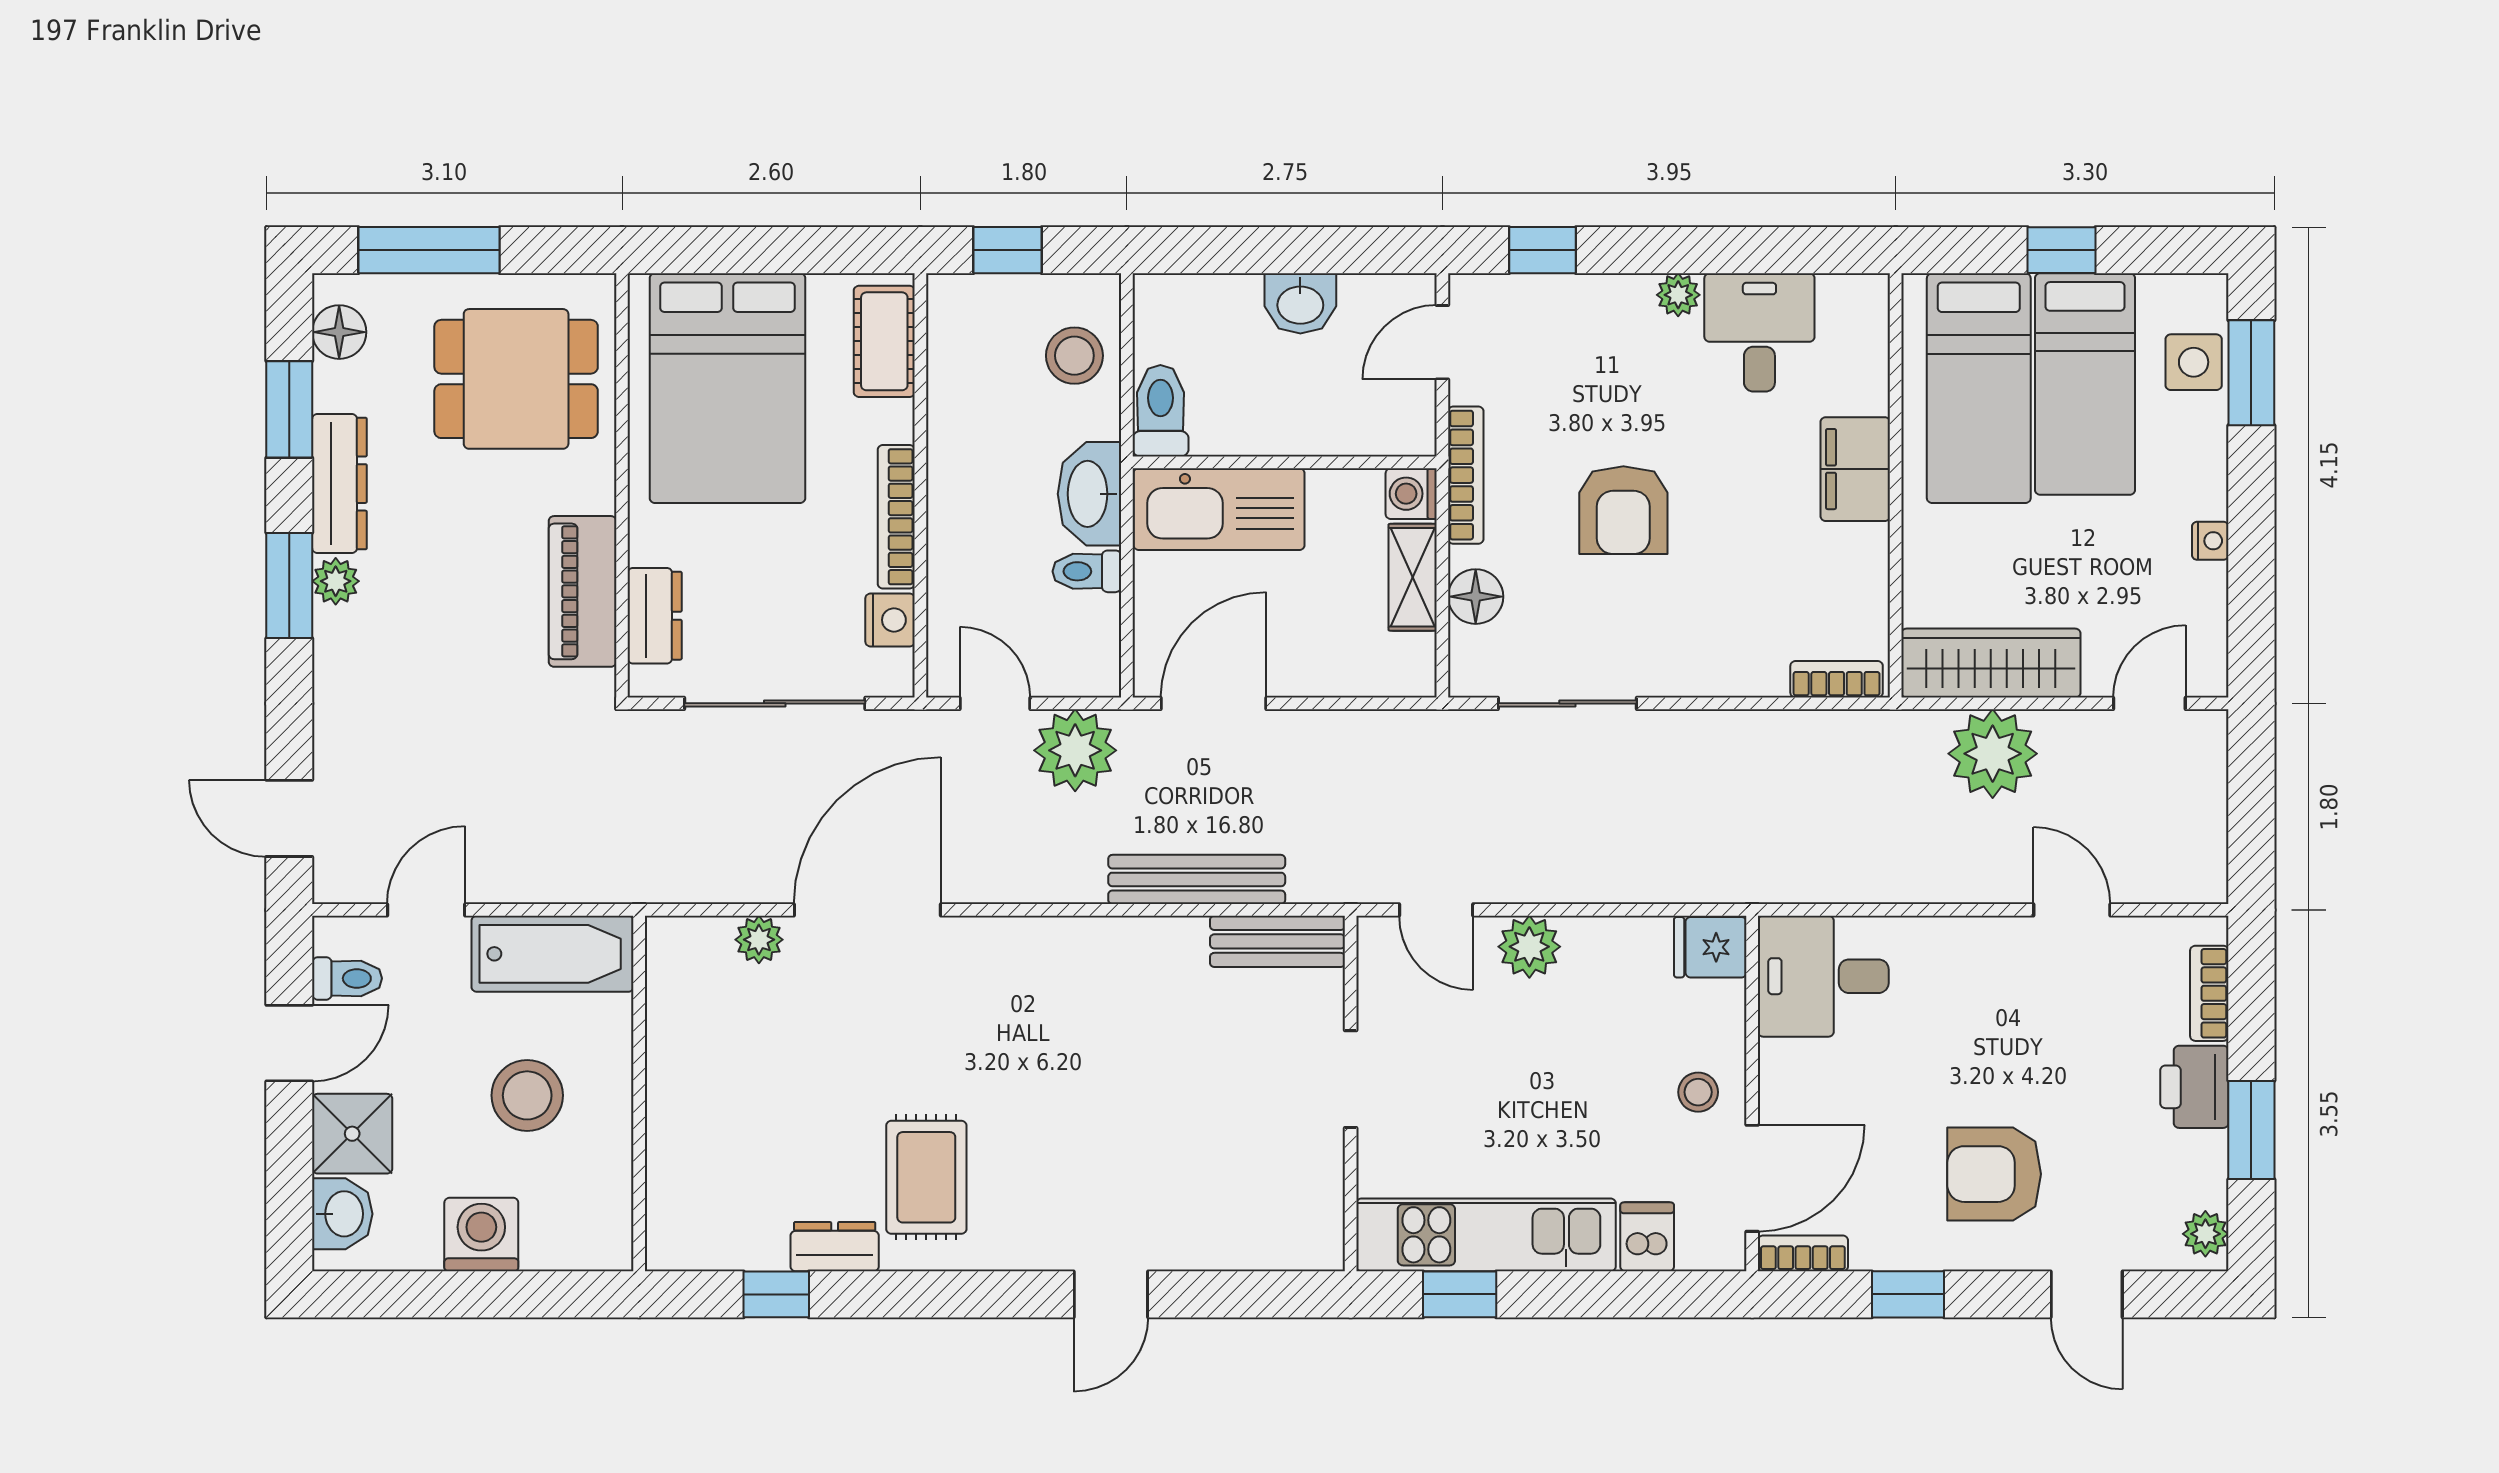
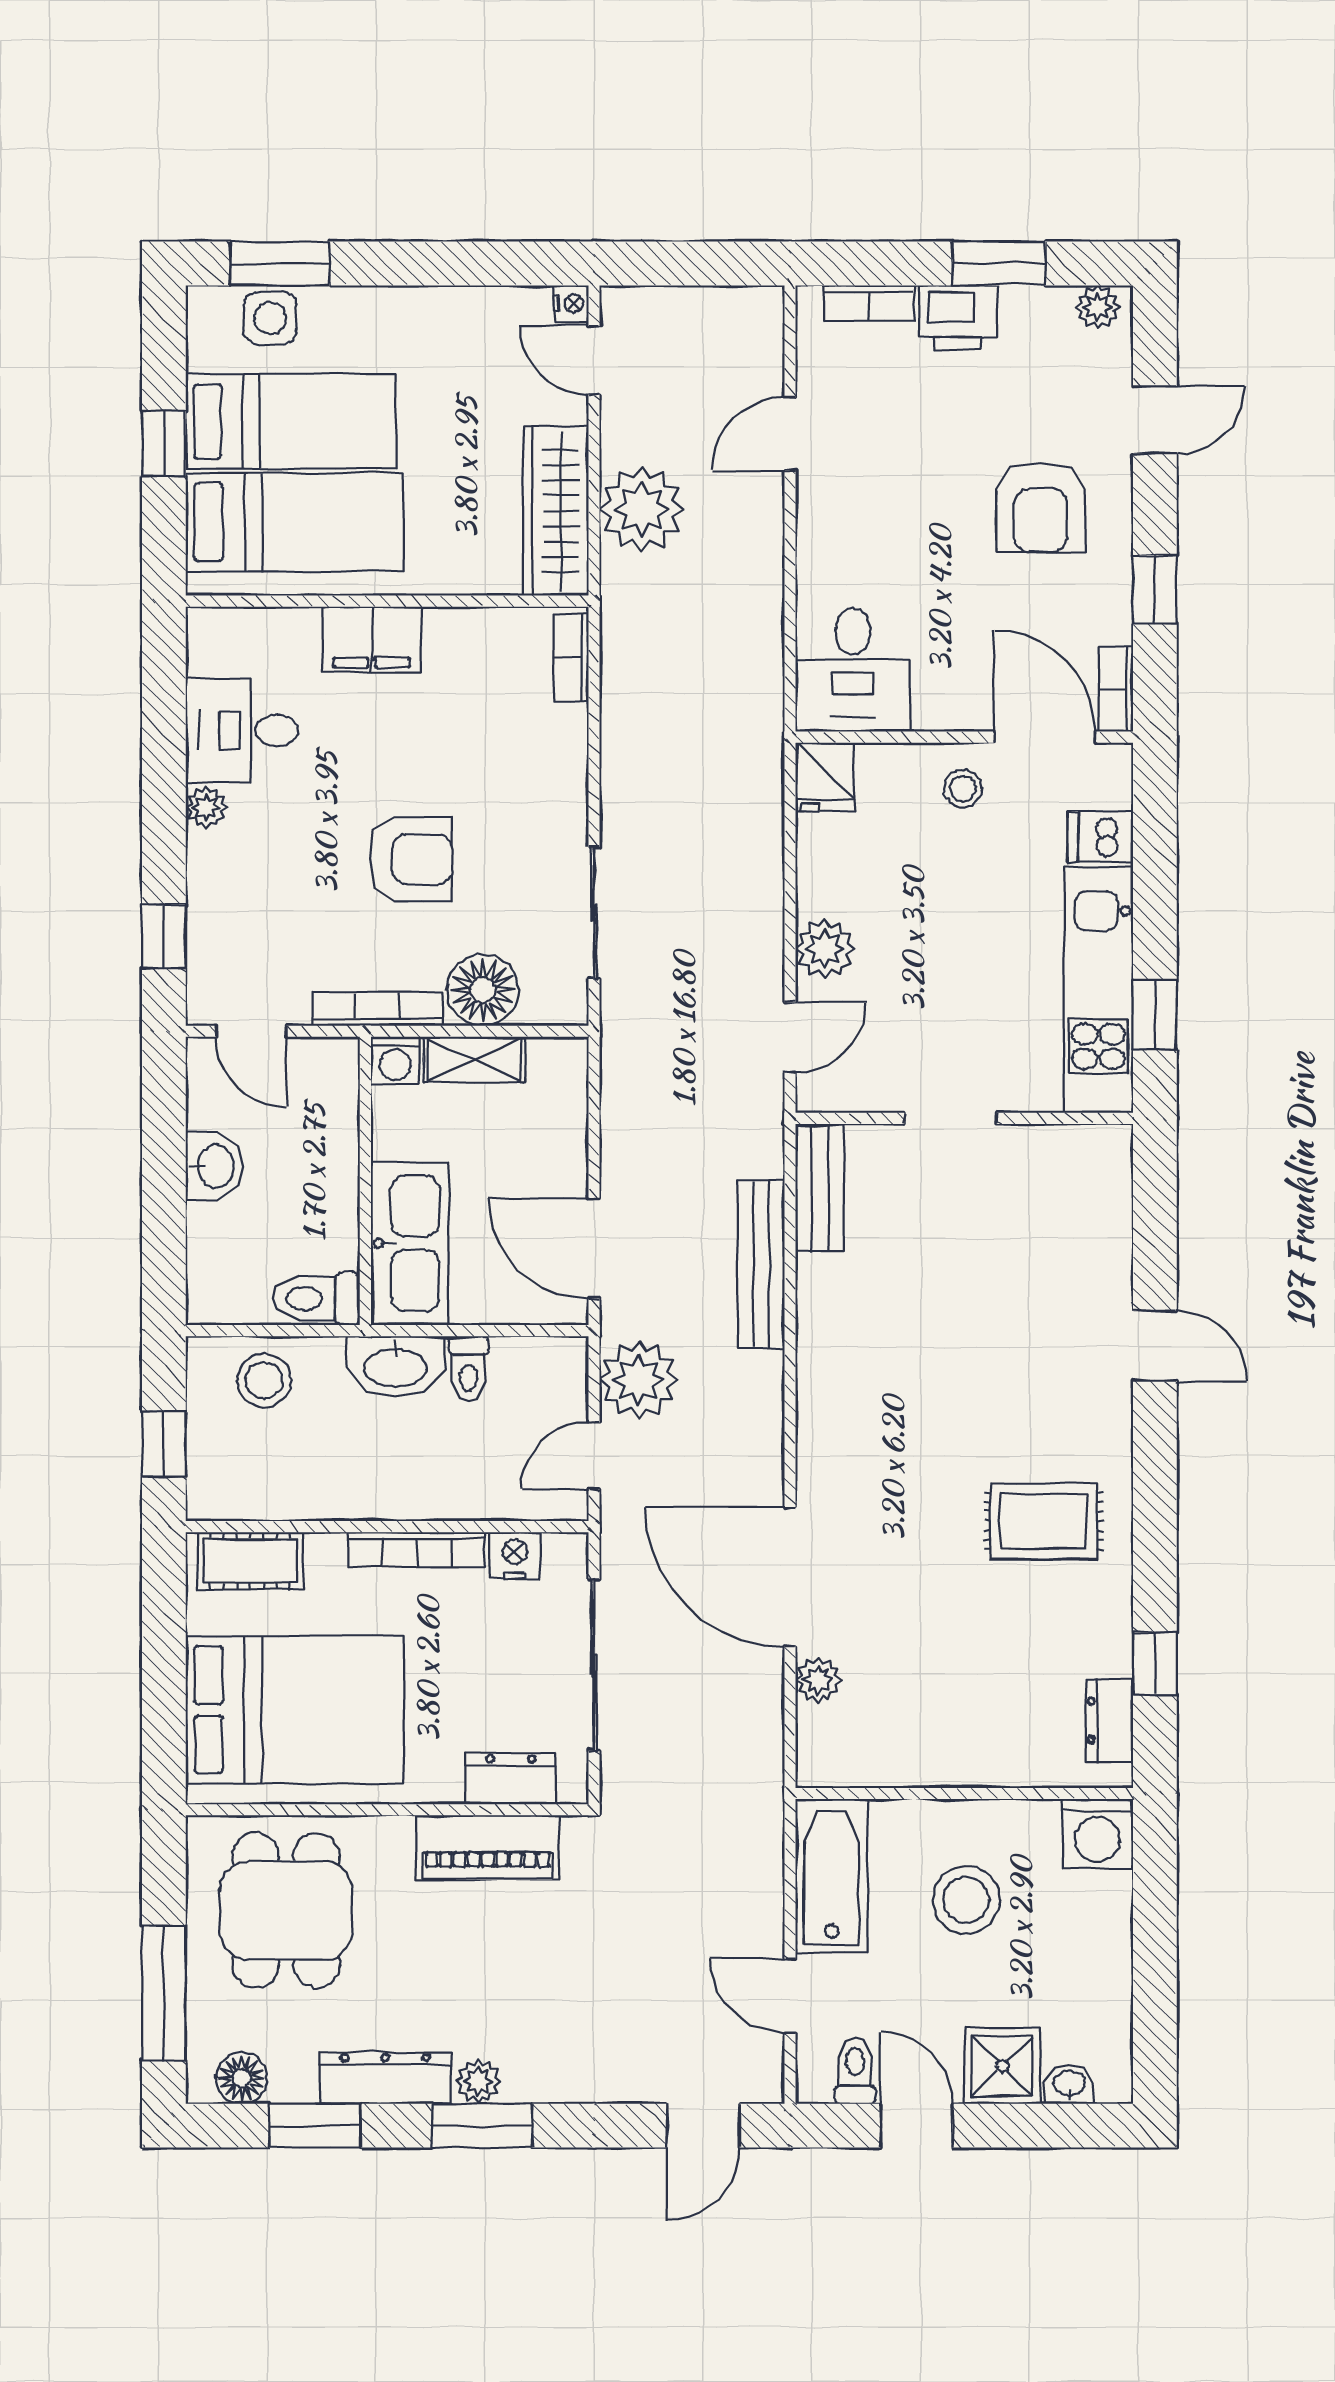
nightstand: (2210, 541) -> (571, 304), moved, turned 90
floor lamp: (1476, 597) -> (483, 990), width x1.38, depth x1.38
washbasin: (342, 1214) -> (1069, 2084), width x0.72, depth x0.69
washing machine: (481, 1234) -> (1097, 1834), moved, turned -90
dresser: (835, 1247) -> (1109, 1720), moved

